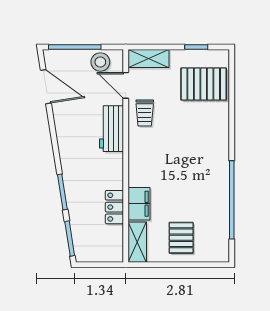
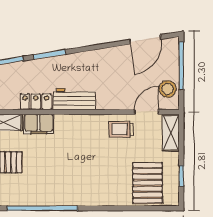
workbench: (112, 129) -> (74, 99), moved

